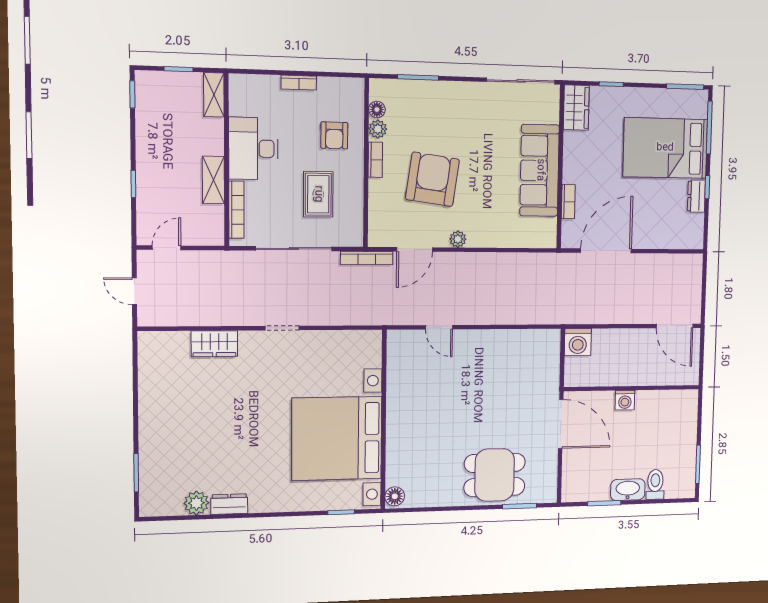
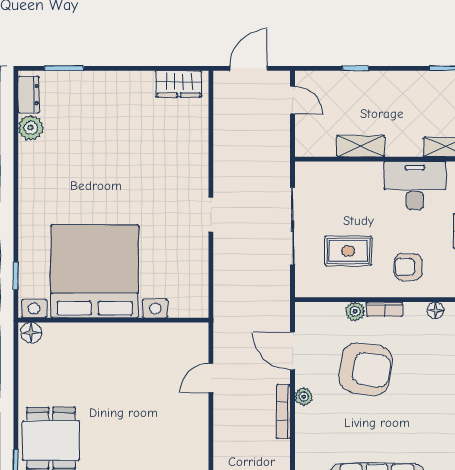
plant: (378, 129) -> (355, 311), moved
desk: (253, 148) -> (415, 186), moved
bookcase: (236, 210) -> (331, 169), removed
bookcase: (367, 258) -> (283, 411), moved
door: (134, 291) -> (249, 68), width x1.38
wardrobe: (214, 344) -> (179, 84), moved, turned -90
dresser: (229, 504) -> (28, 95), moved

